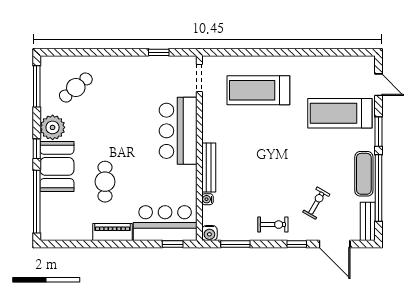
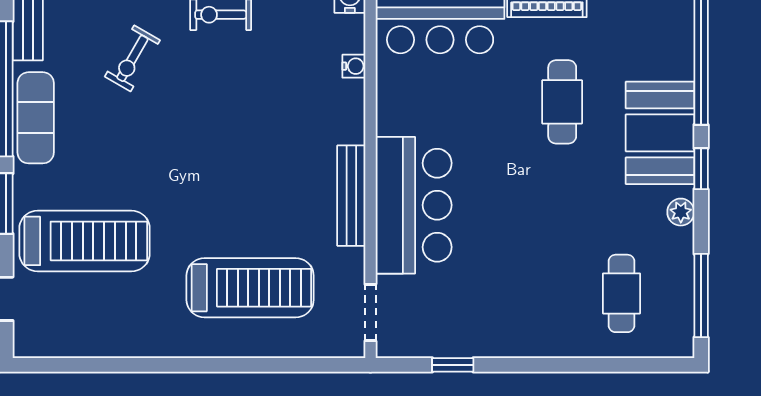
cafe table: (76, 87) -> (621, 293), turned -50
plant: (53, 127) -> (681, 212), width x0.53, depth x0.53
bench: (209, 168) -> (351, 196), moved

